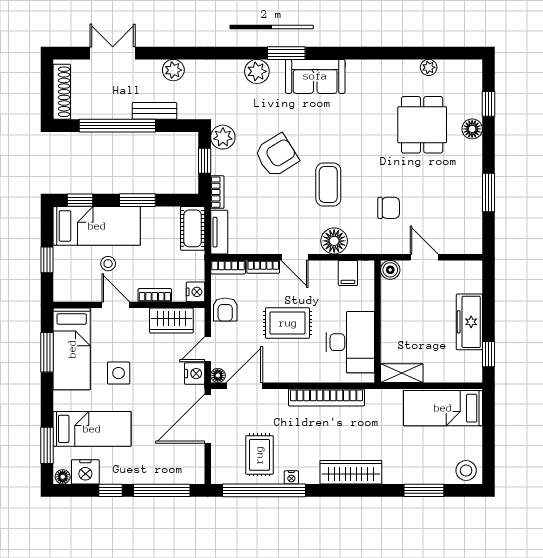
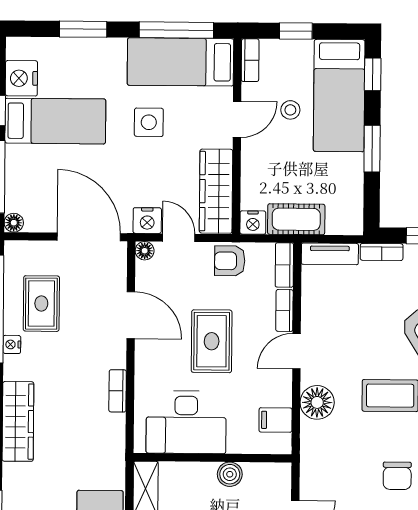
chair: (389, 208) -> (397, 476), moved
cot: (193, 228) -> (296, 219), moved
boiler: (390, 270) -> (230, 474), moved
bookcase: (155, 295) -> (250, 60), moved
wardrobe: (171, 321) -> (216, 191), width x1.50
window: (47, 352) -> (176, 30), width x1.44
door: (244, 386) -> (131, 315), moved
bookcase: (327, 397) -> (118, 391), width x0.43, depth x0.76
bed: (92, 429) -> (55, 121), moved, turned -90
window: (47, 445) -> (83, 29), moved
rug: (259, 455) -> (41, 304), turned 90
floor lamp: (63, 477) -> (14, 223), moved

